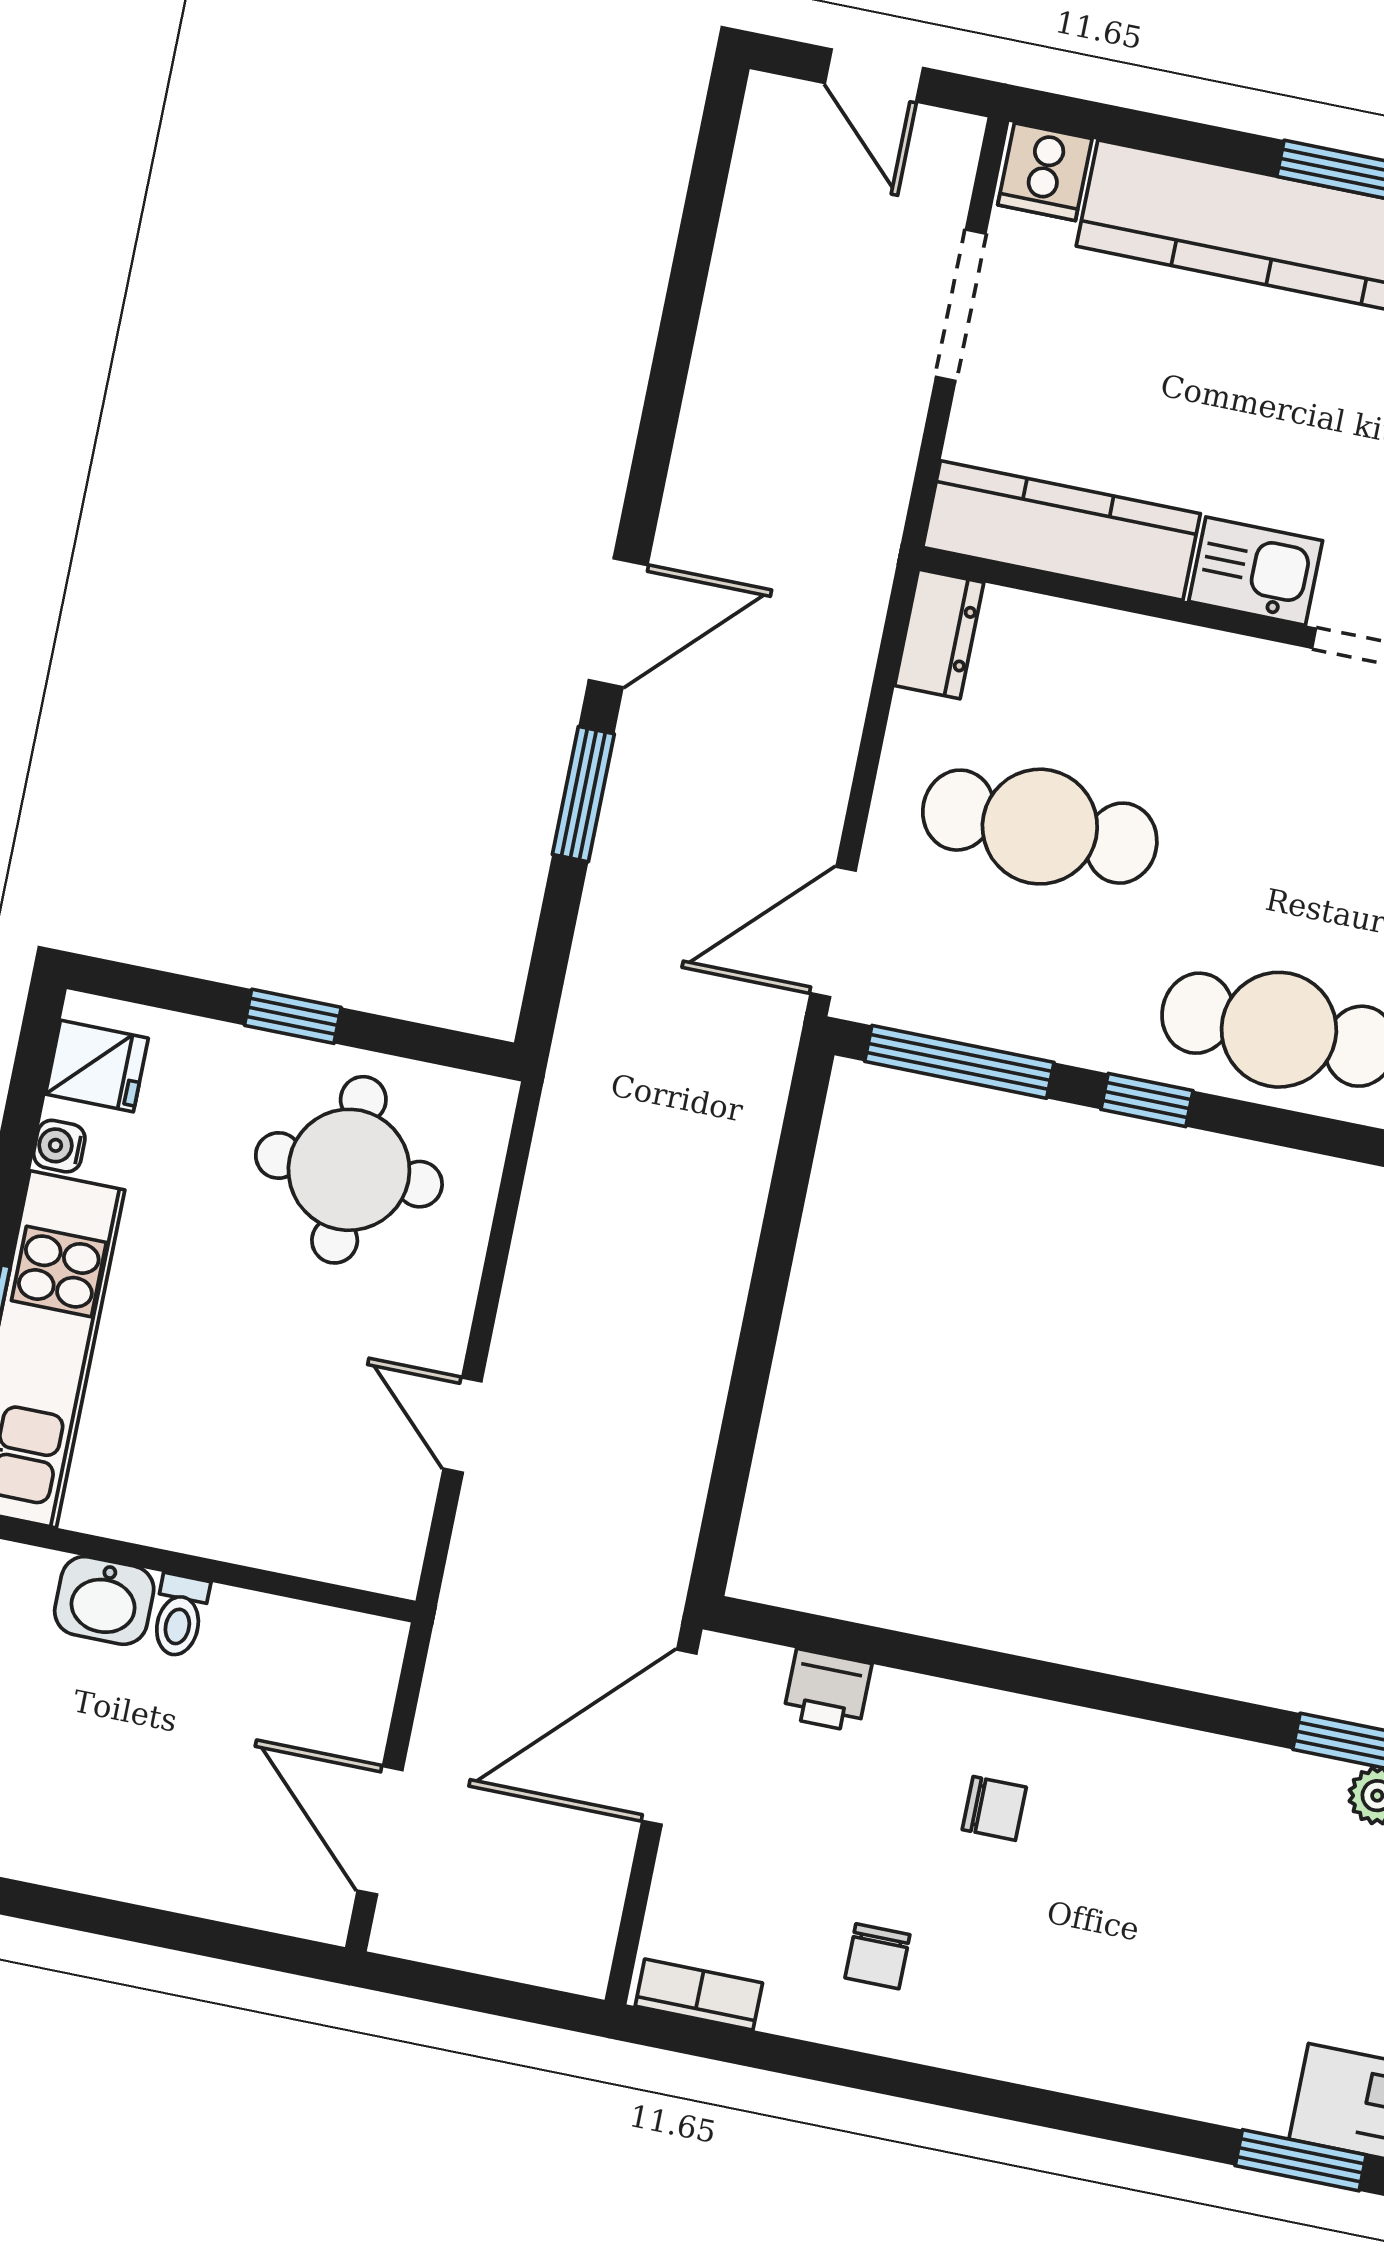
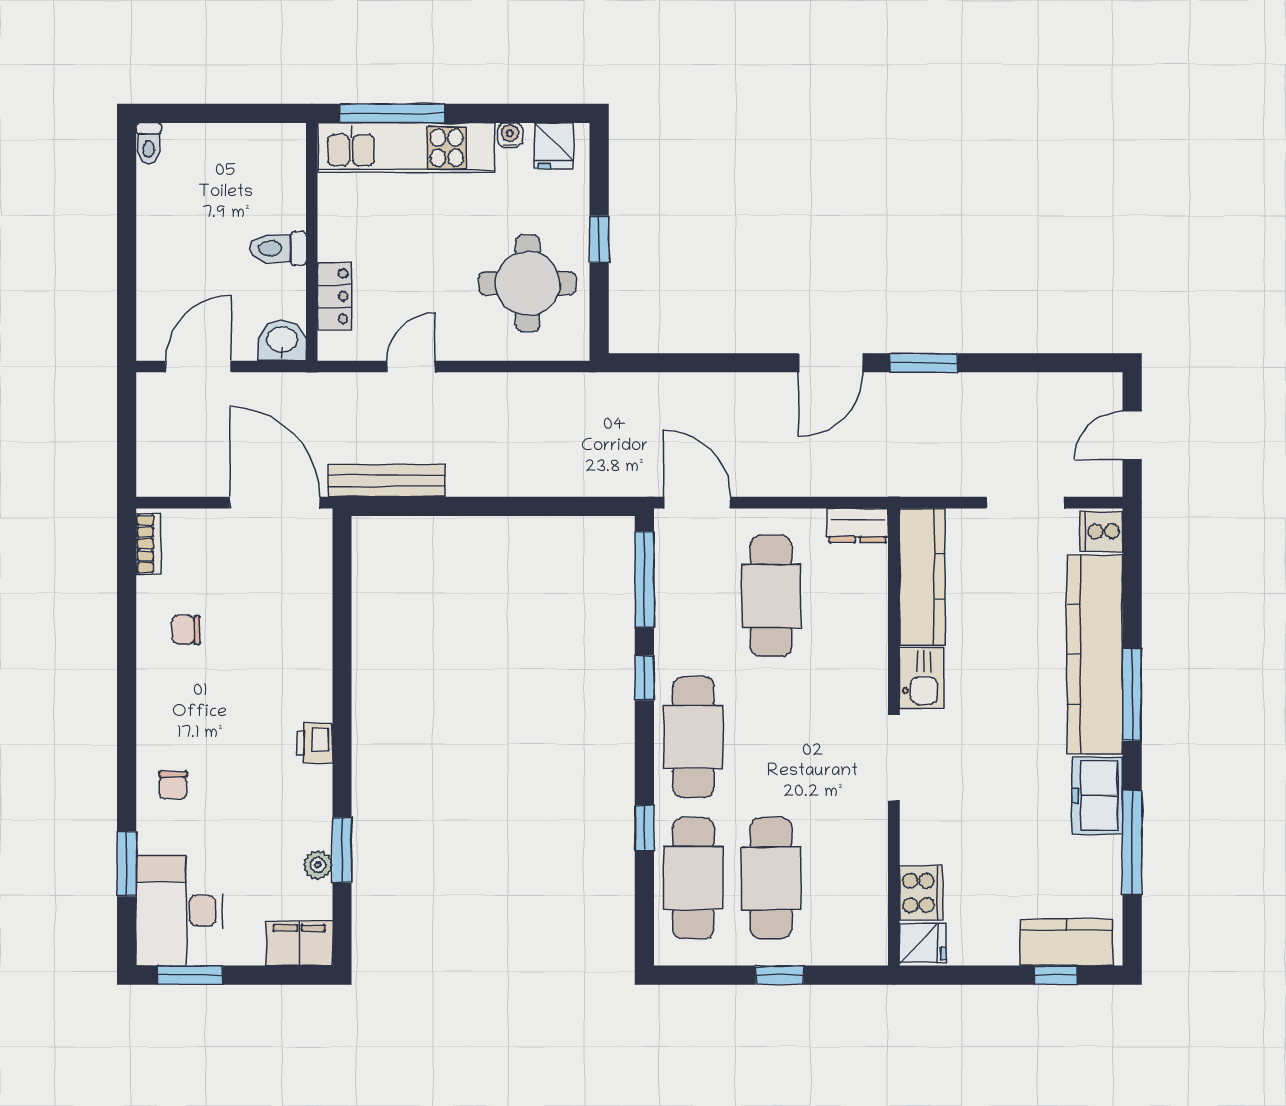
door: (618, 623) -> (831, 363), hinge flipped
window: (583, 794) -> (924, 363), moved
bench: (671, 1515) -> (387, 481), added
locker: (299, 1543) -> (335, 296), added
washbasin: (104, 1600) -> (282, 341), moved, turned 90
toilet: (180, 1616) -> (278, 248), width x1.37, depth x1.39
printer: (827, 1690) -> (315, 743), moved
chair: (994, 1808) -> (173, 785), moved

